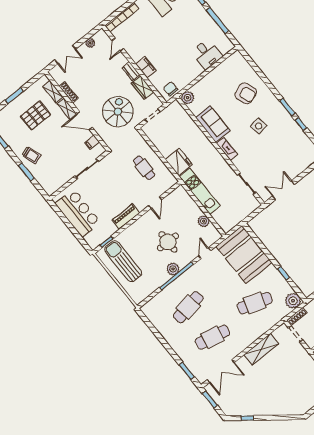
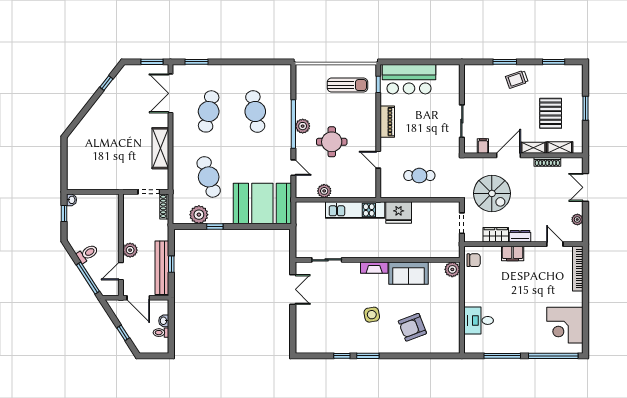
bar counter: (78, 213) -> (409, 79), moved
sun lounger: (123, 261) -> (347, 85), width x0.73, depth x0.75
plant: (293, 301) -> (199, 215), moved
cafe table: (255, 303) -> (209, 177), turned -36

